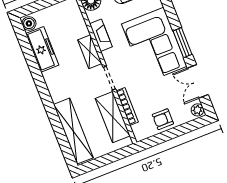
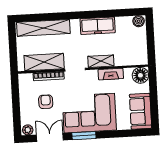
freezer: (42, 49) -> (98, 26), moved
armchair: (163, 119) -> (46, 102), moved

